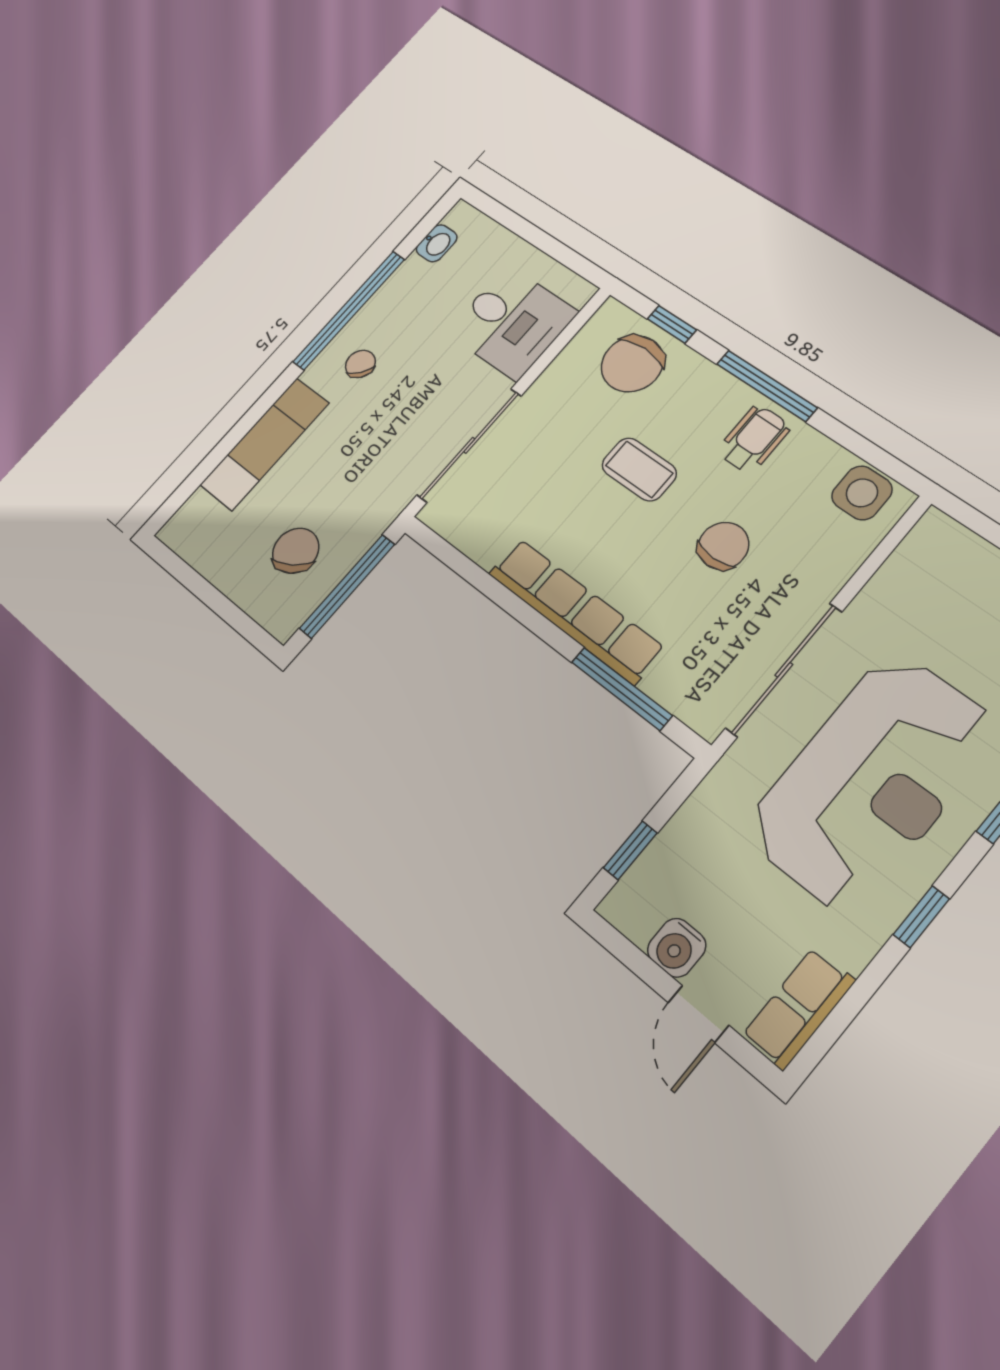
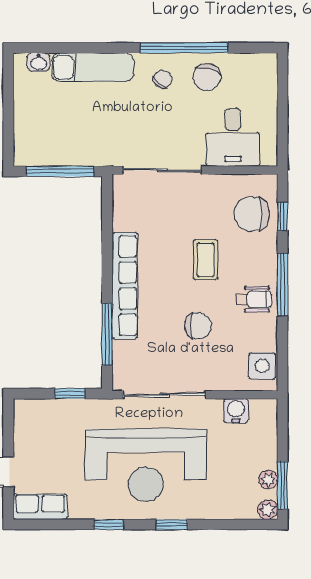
washbasin: (437, 243) -> (39, 62), moved
chair: (296, 551) -> (207, 77), moved, turned 135
window: (630, 850) -> (70, 394), moved
water cooler: (677, 948) -> (236, 411), moved, turned 90

